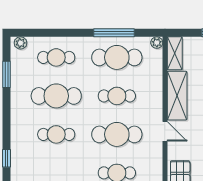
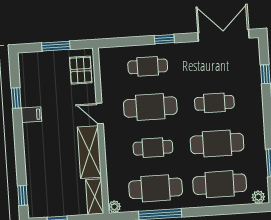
cafe table: (56, 57) -> (220, 184), width x1.37, depth x1.35

